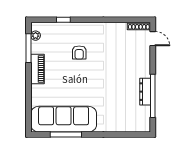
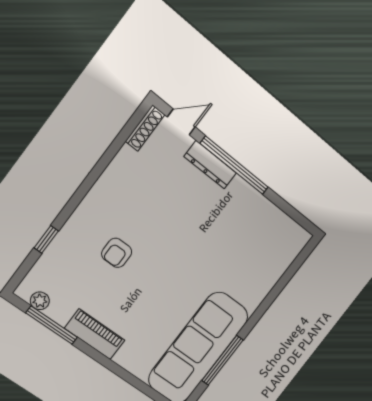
armchair: (79, 52) -> (117, 253), turned 90
dresser: (145, 92) -> (210, 165), moved
window: (153, 96) -> (234, 165), moved

